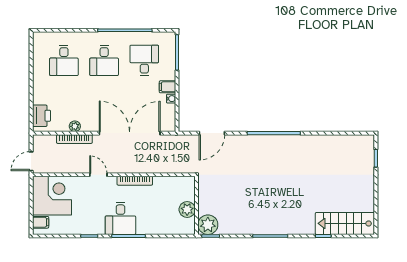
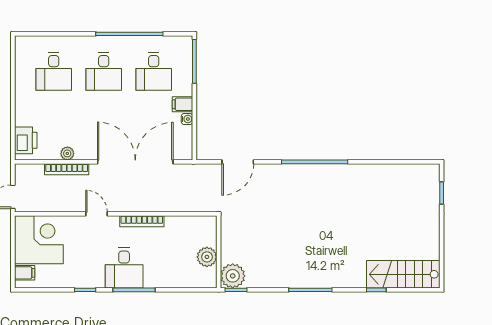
desk: (144, 60) -> (154, 71), turned 180

